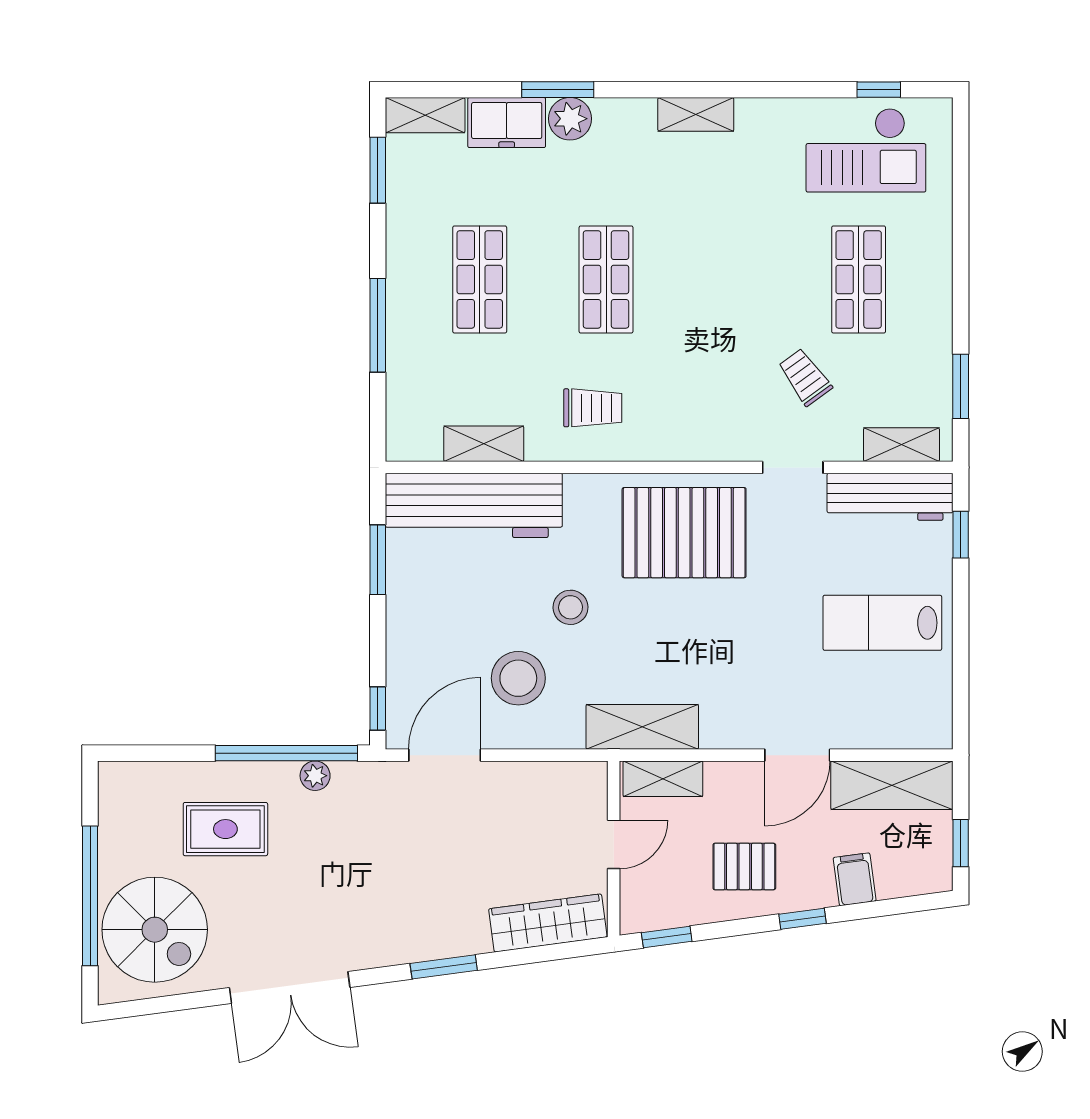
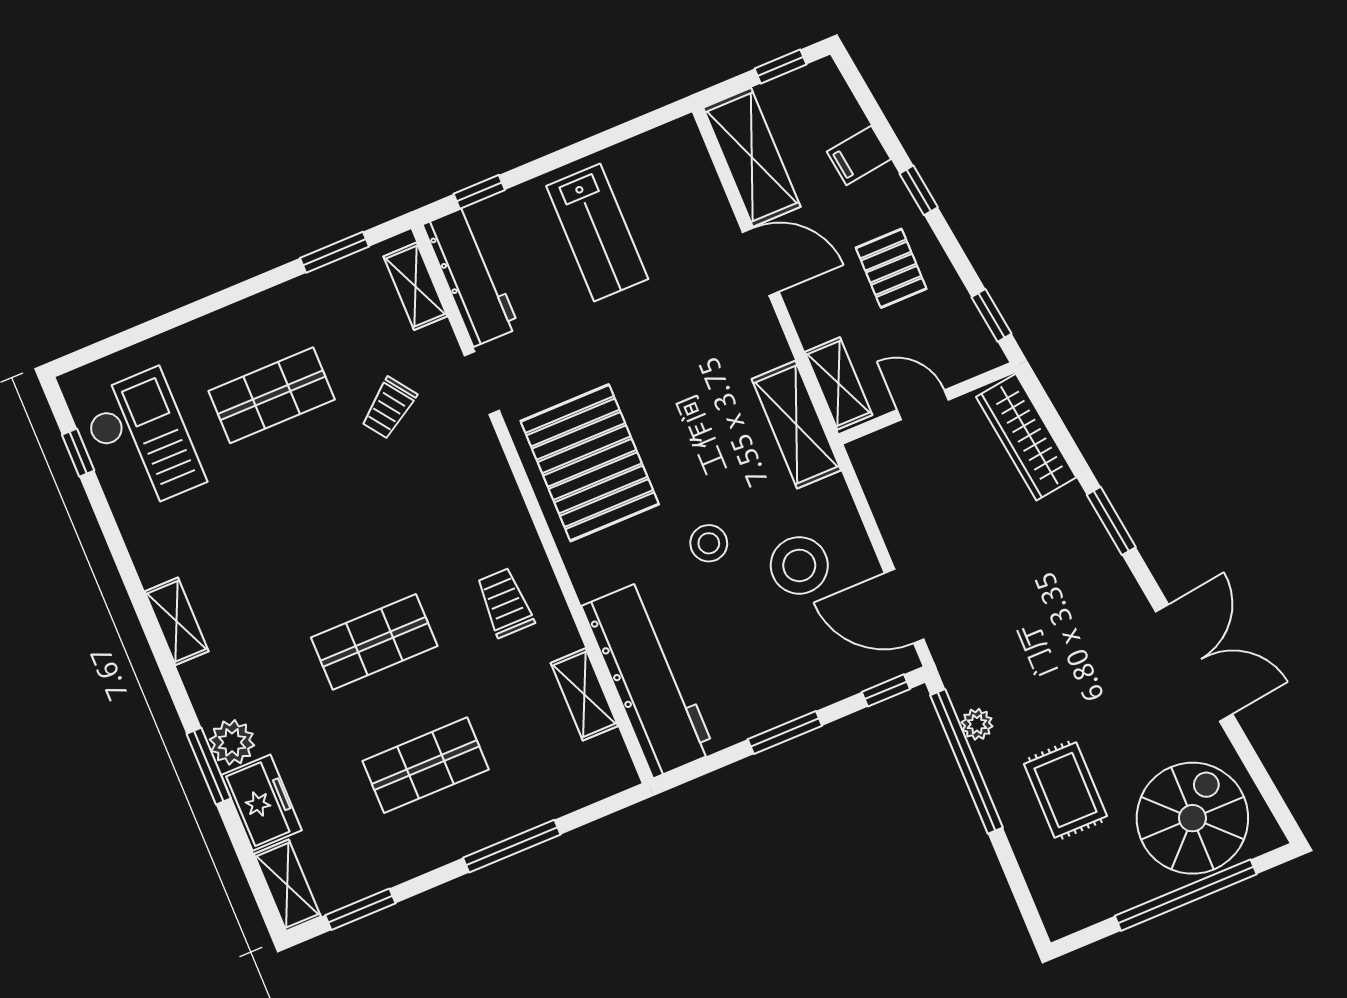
window: (378, 560) -> (785, 732), moved

